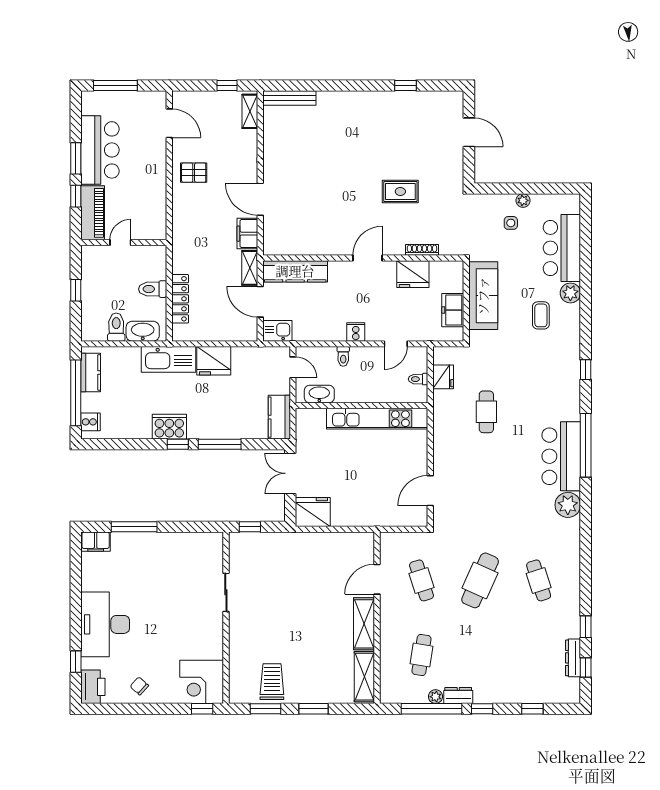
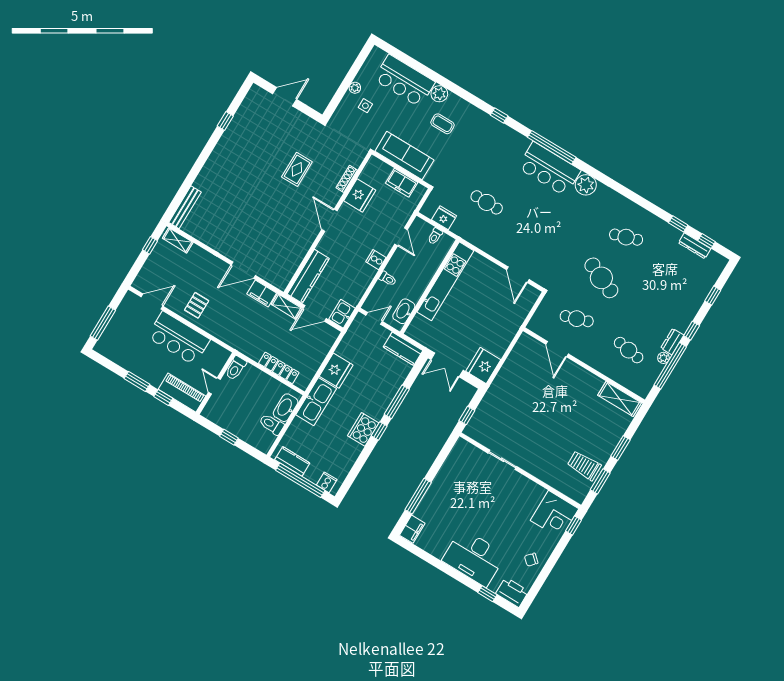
bar counter: (100, 150) -> (179, 338), moved, turned 180
toilet: (153, 289) -> (236, 368), moved
shelving: (364, 624) -> (583, 377), removed

